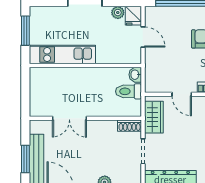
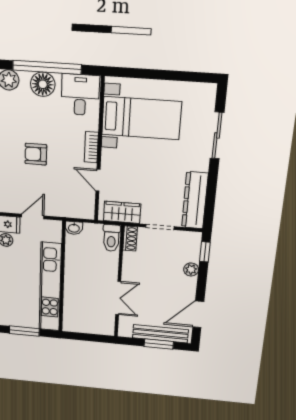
kitchen unit: (62, 55) -> (50, 287), width x1.36
toilet: (129, 91) -> (111, 238), moved
door: (182, 94) -> (98, 180), swing flipped

